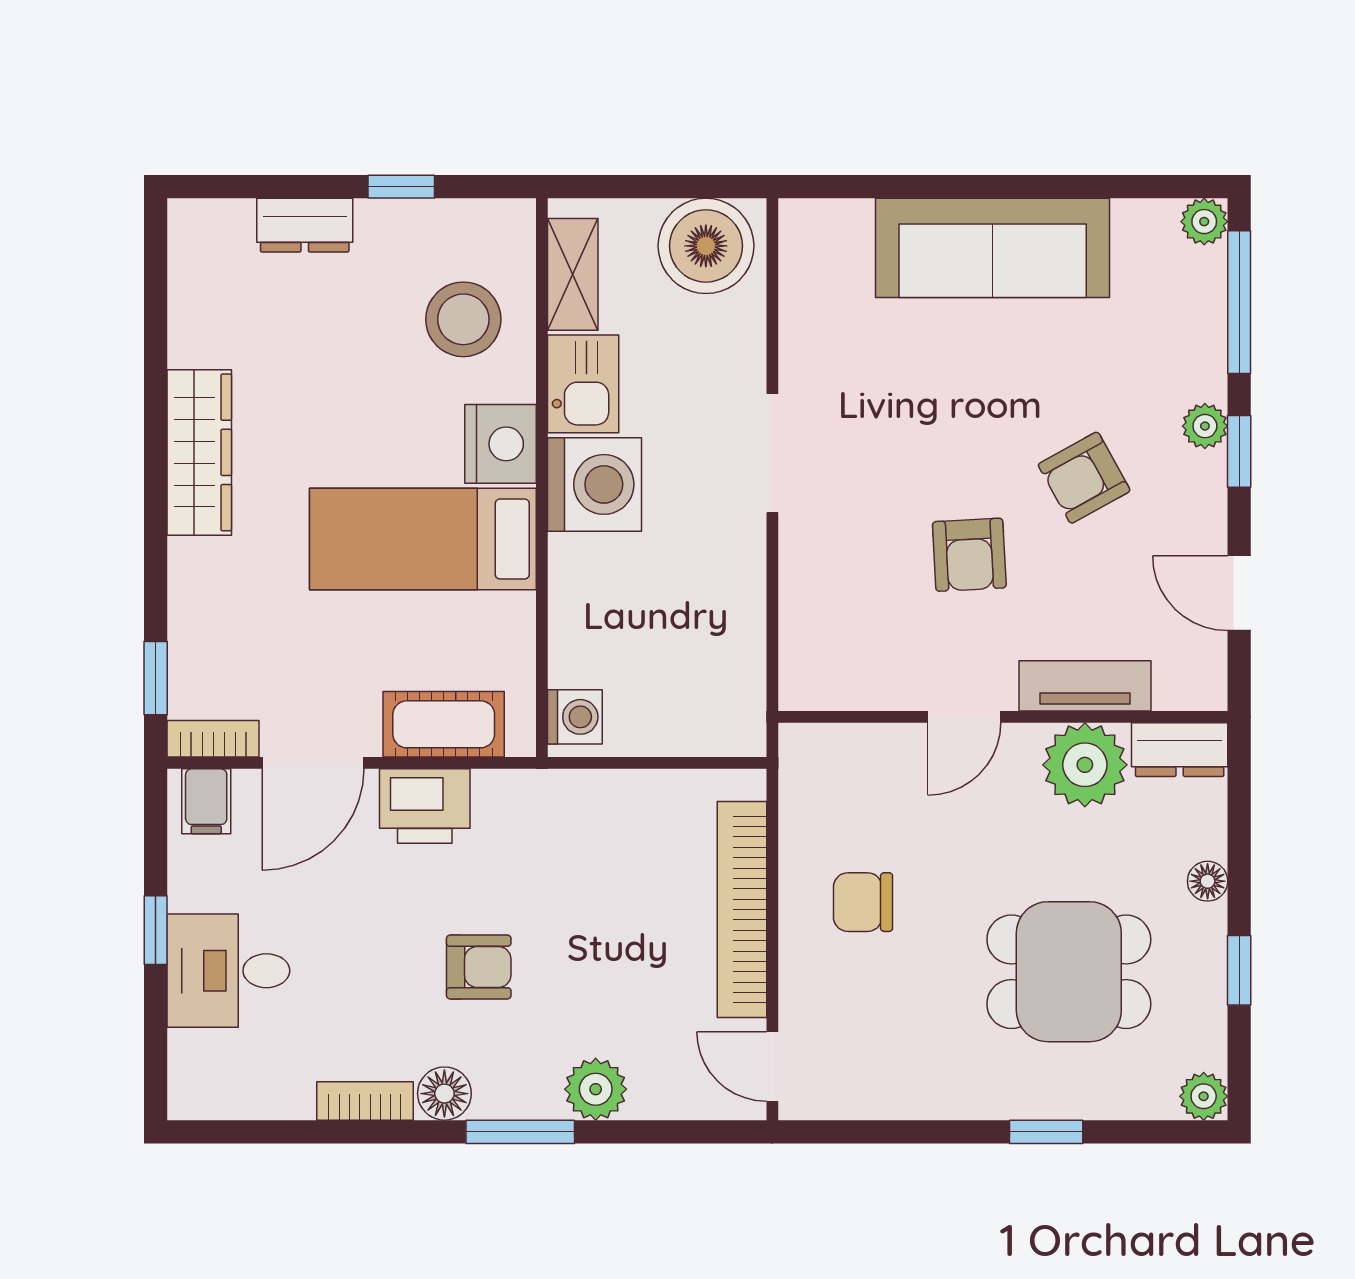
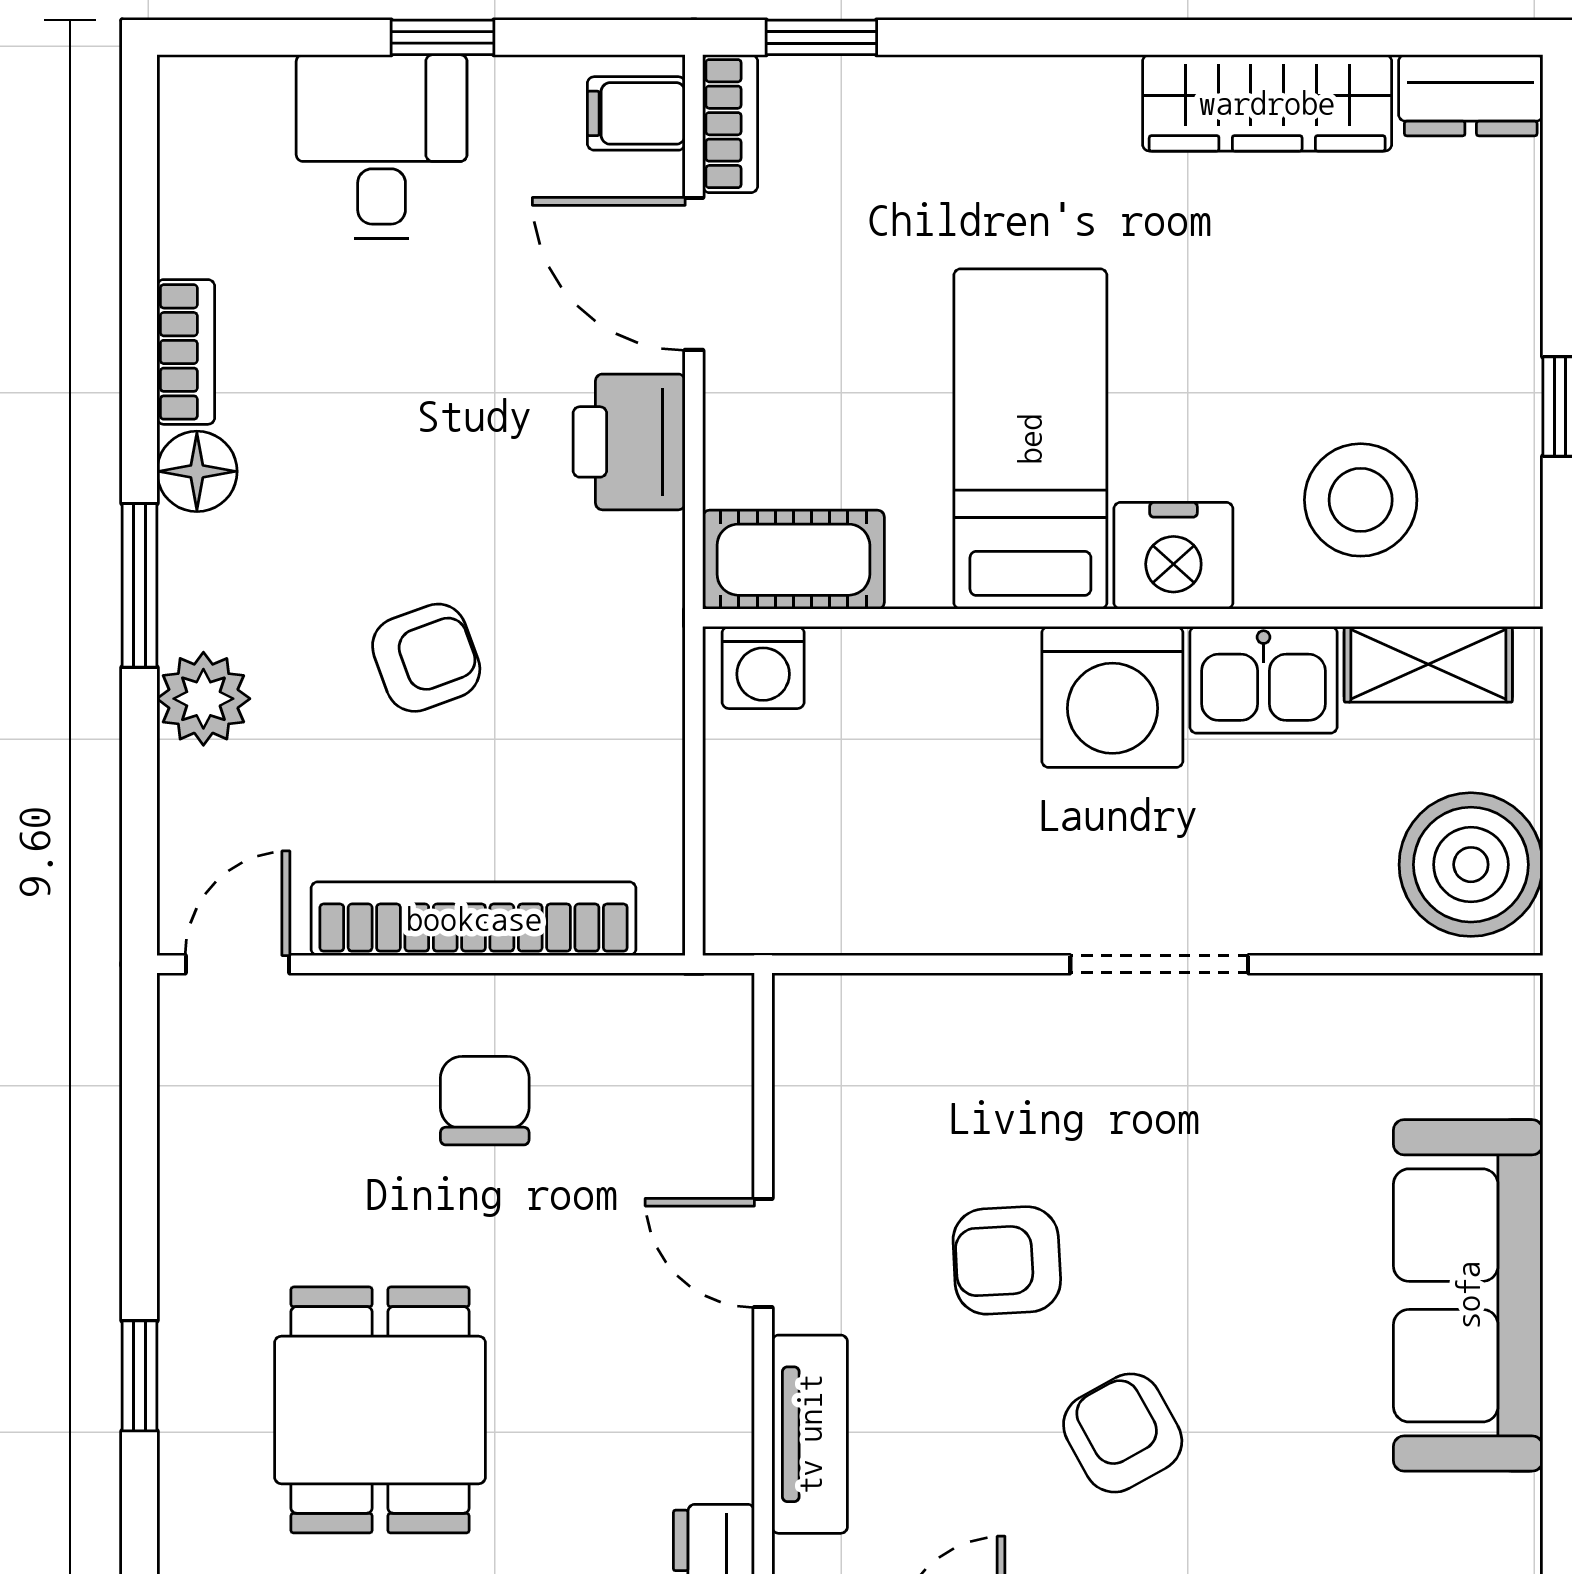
dresser: (305, 225) -> (1471, 95), moved, turned -90
wardrobe: (199, 452) -> (1267, 103), moved
cot: (444, 724) -> (793, 560), moved, turned 90
plant: (1085, 765) -> (691, 1434), removed
armchair: (479, 967) -> (426, 658), moved, turned -110

